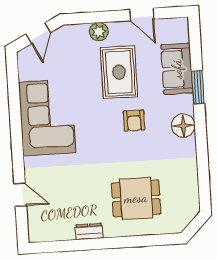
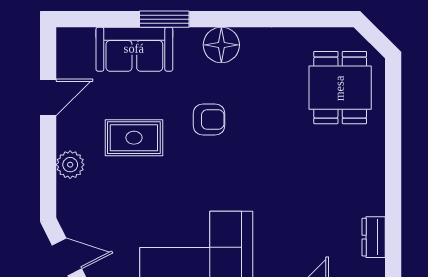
rug: (119, 72) -> (134, 138), width x0.73, depth x0.70
dining table: (136, 198) -> (340, 88), moved
dresser: (89, 231) -> (374, 237), moved

